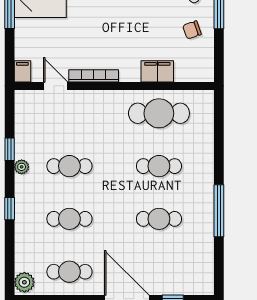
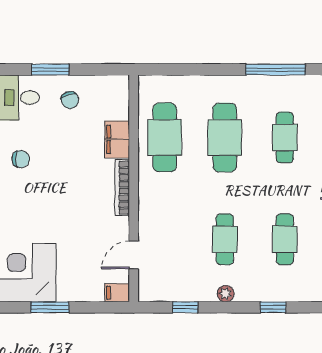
bookcase: (94, 76) -> (122, 188), moved
window: (10, 149) -> (185, 307), moved
cafe table: (159, 166) -> (225, 137), width x1.37, depth x1.35

